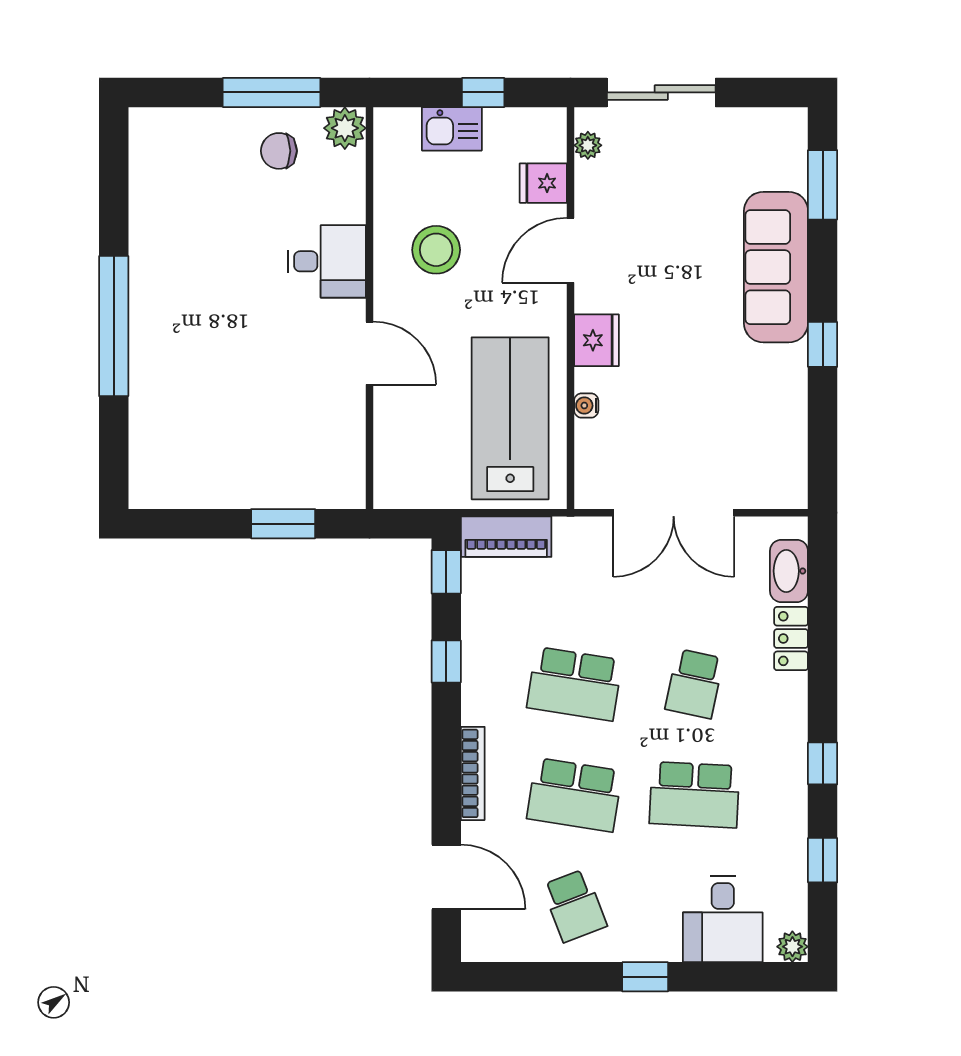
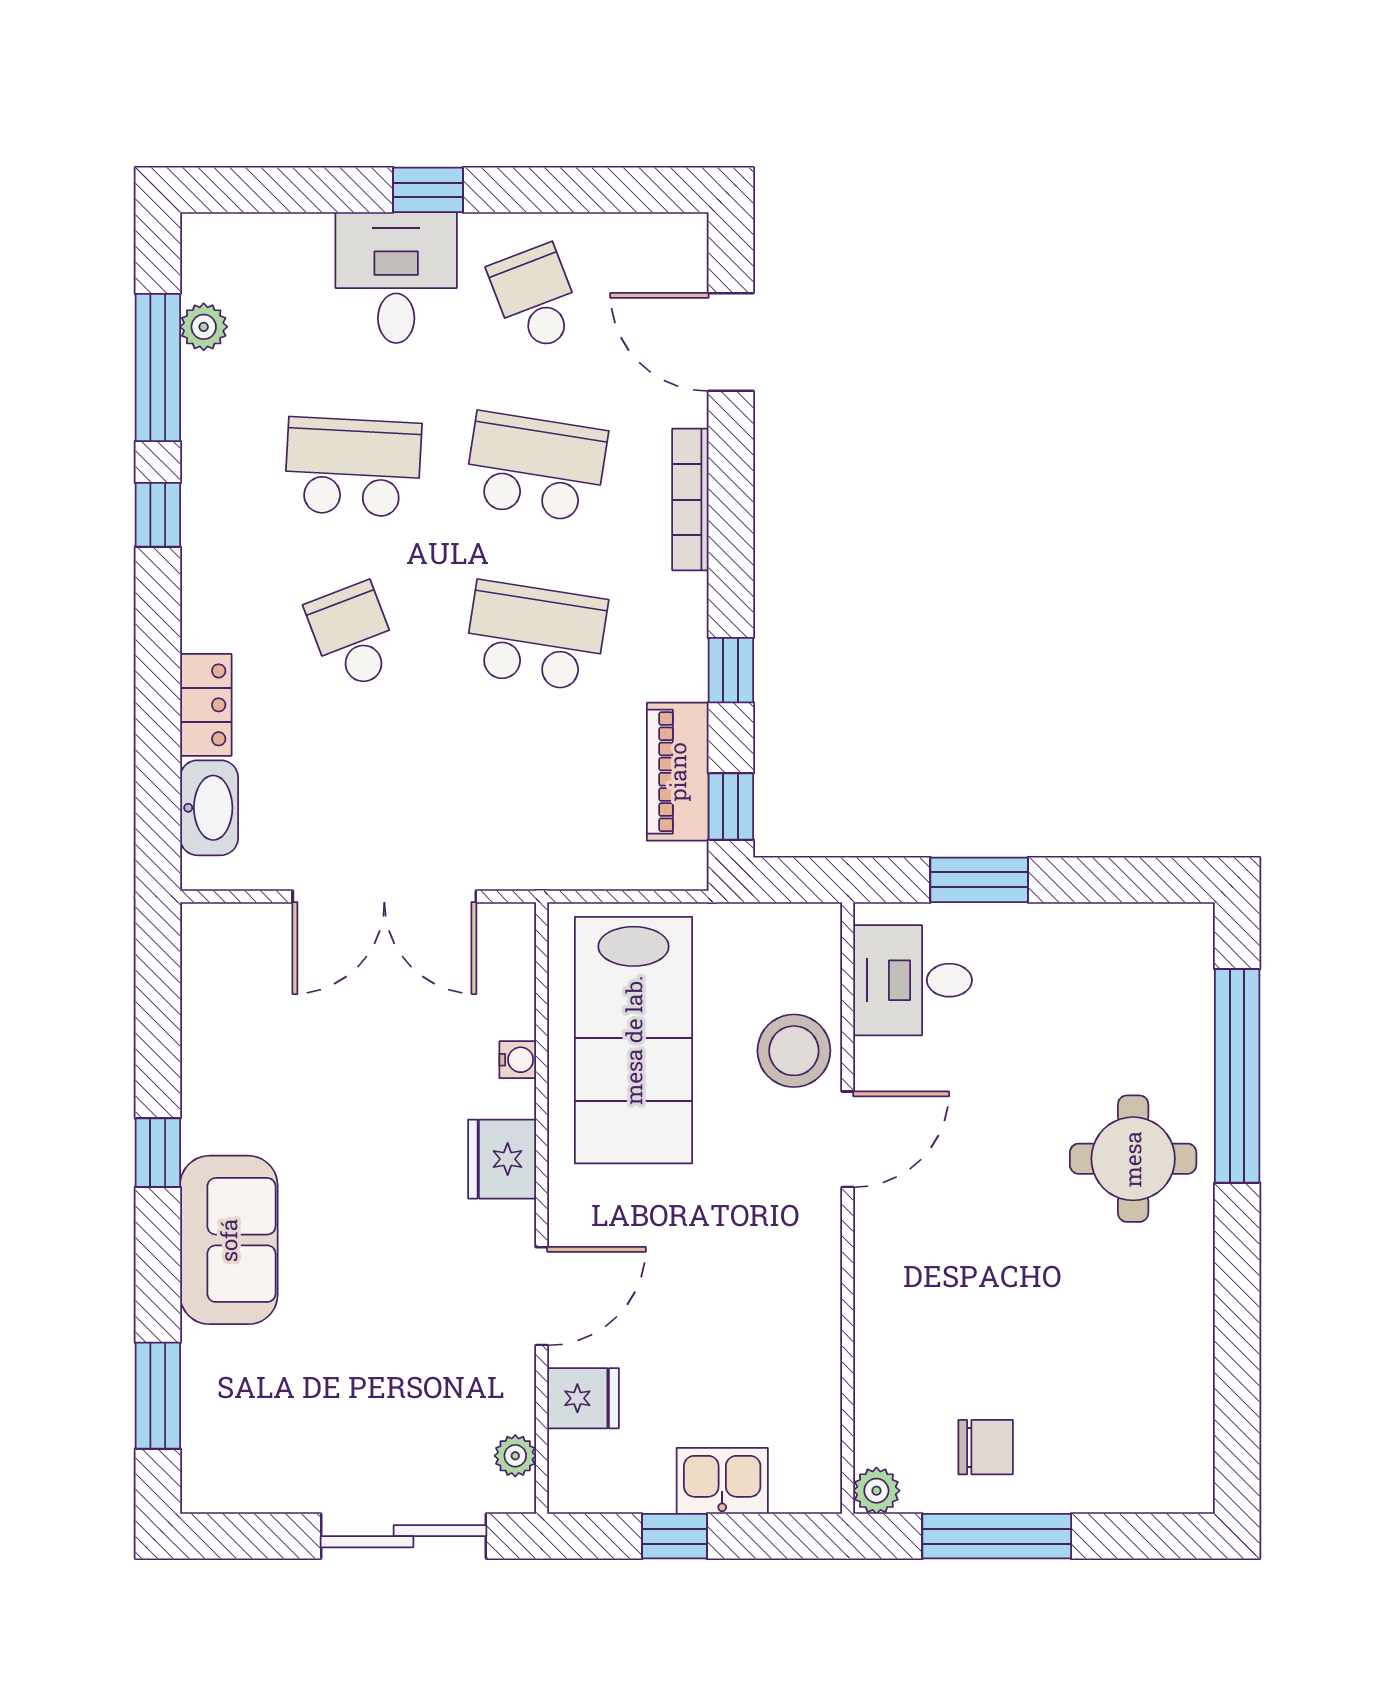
plant: (345, 128) -> (876, 1491), width x0.73, depth x0.73
stool: (436, 250) -> (794, 1051), moved
desk: (327, 261) -> (913, 980), moved
sofa: (776, 267) -> (229, 1240), width x0.73
window: (114, 326) -> (1237, 1076), moved
round table: (182, 340) -> (1133, 1159), added
door: (370, 353) -> (848, 1139), swing flipped
double door: (674, 513) -> (384, 896), swing flipped
piano: (506, 537) -> (678, 772), moved, turned -90
school desk: (694, 684) -> (353, 636), turned -33
window: (823, 860) -> (158, 368), width x2.17
desk: (723, 919) -> (396, 278), moved
plant: (792, 947) -> (204, 327), moved

